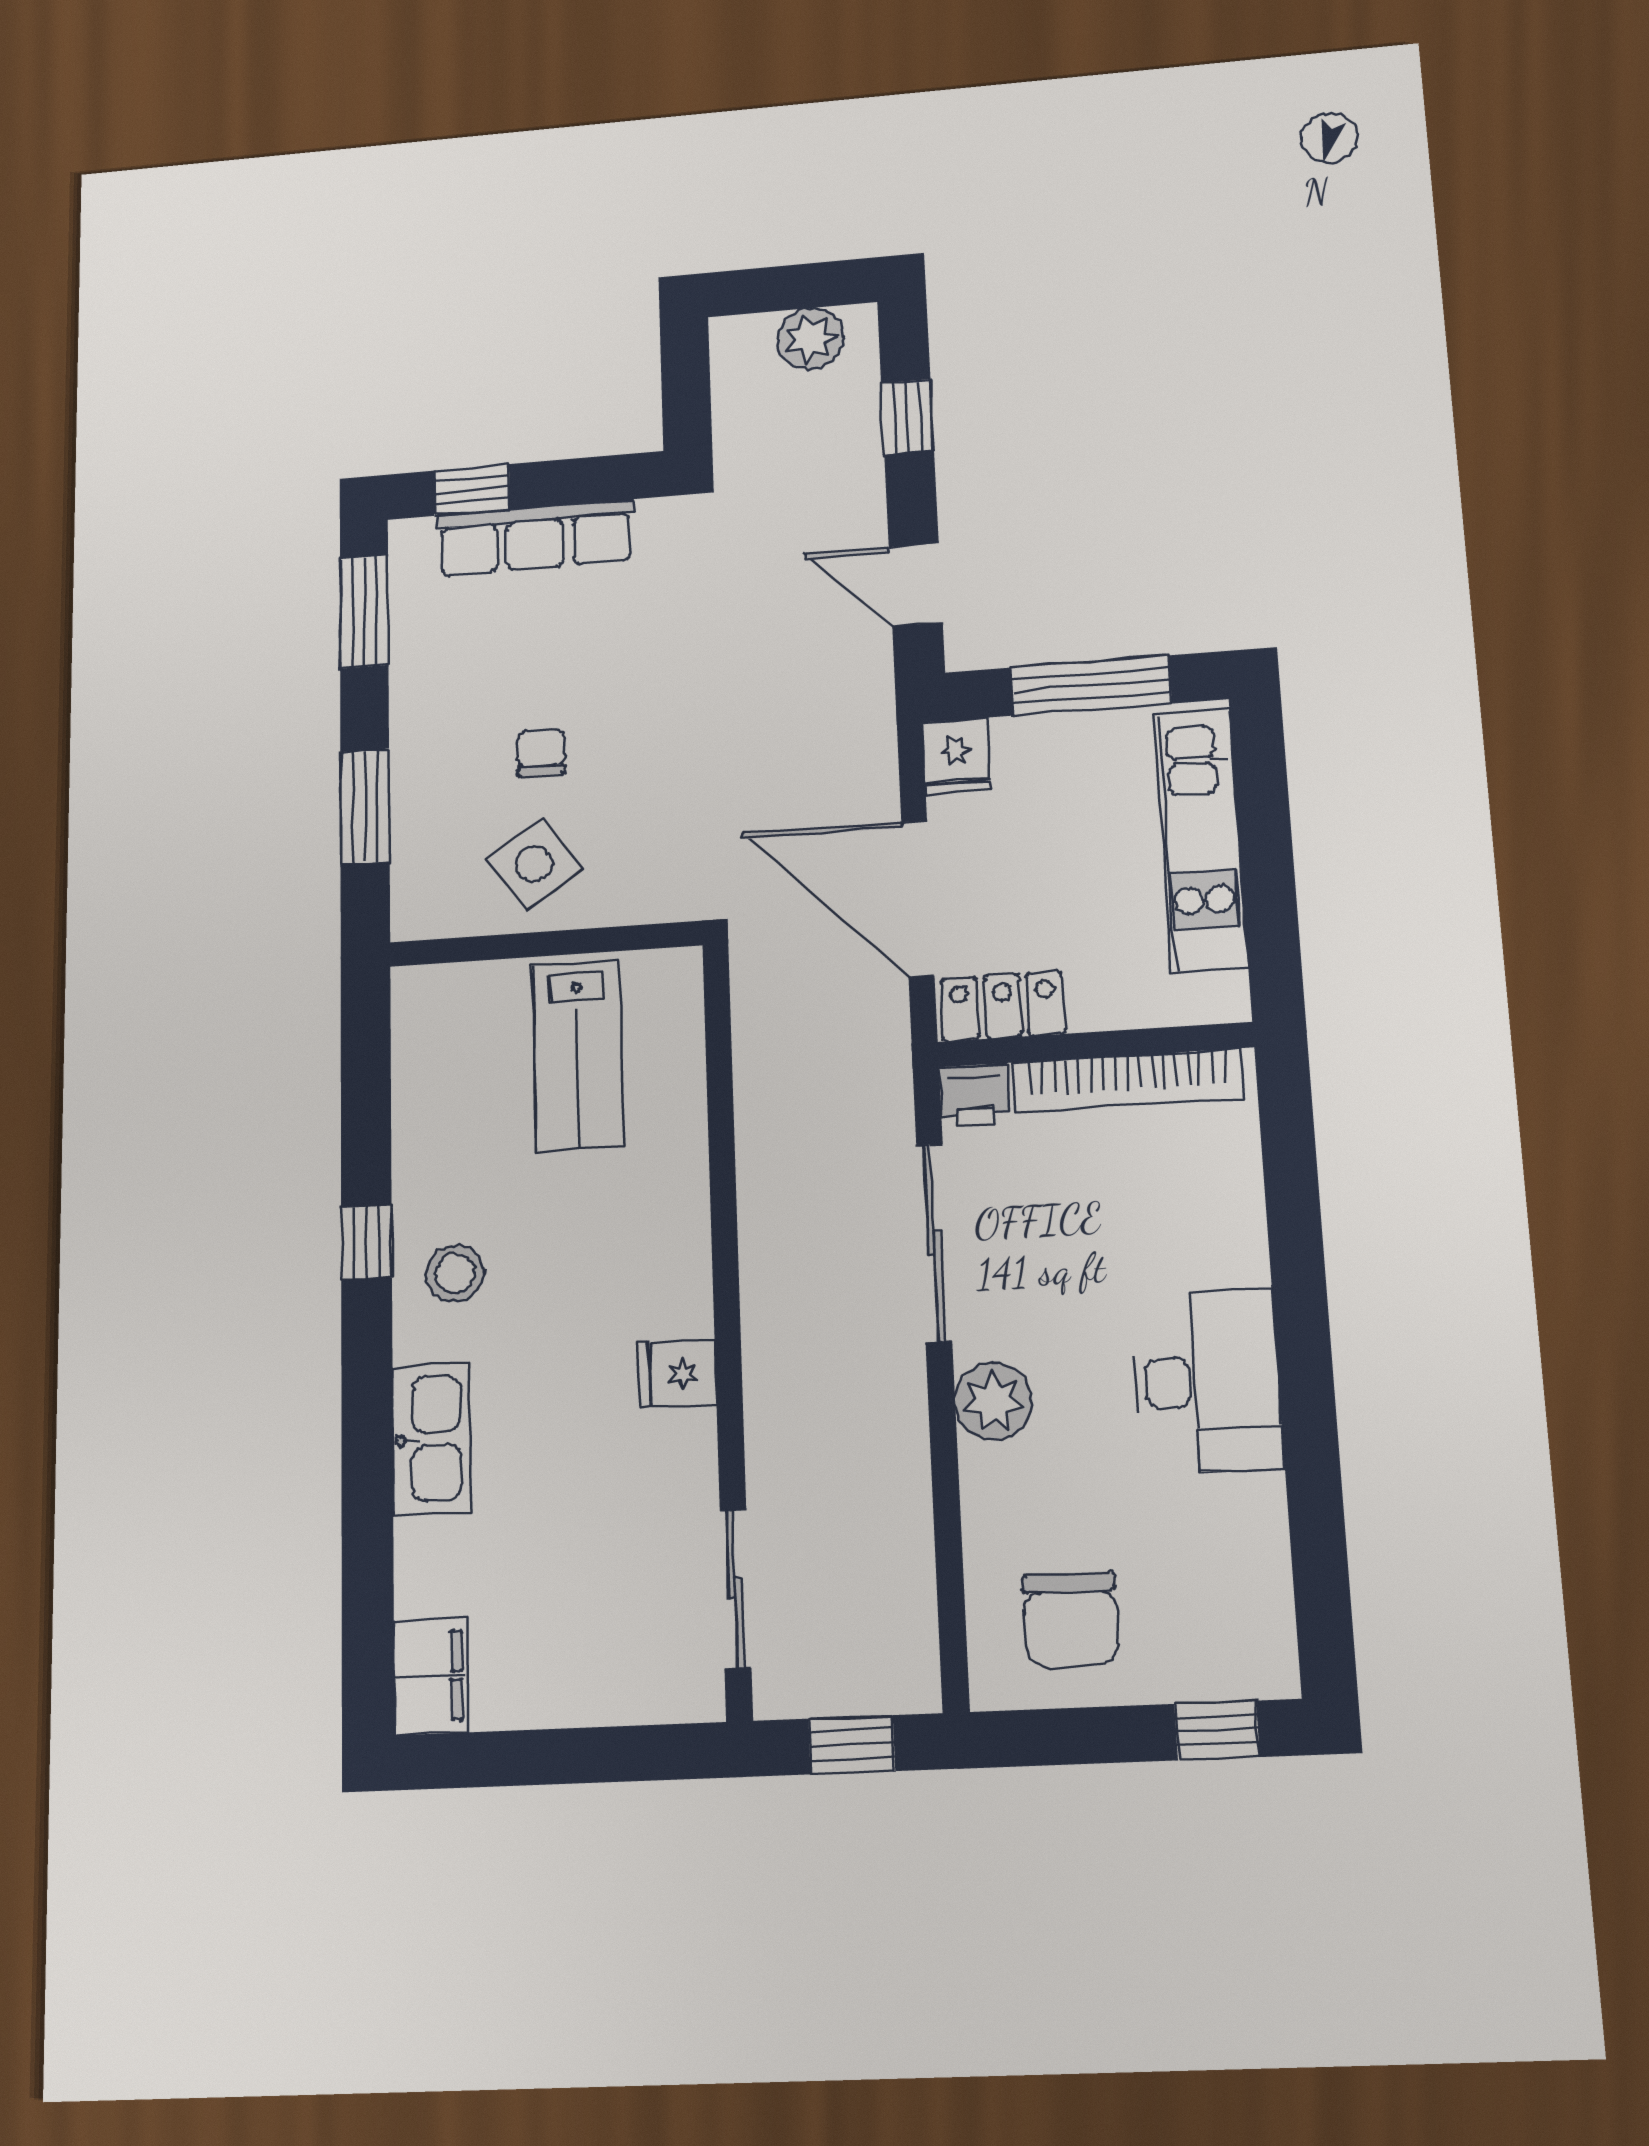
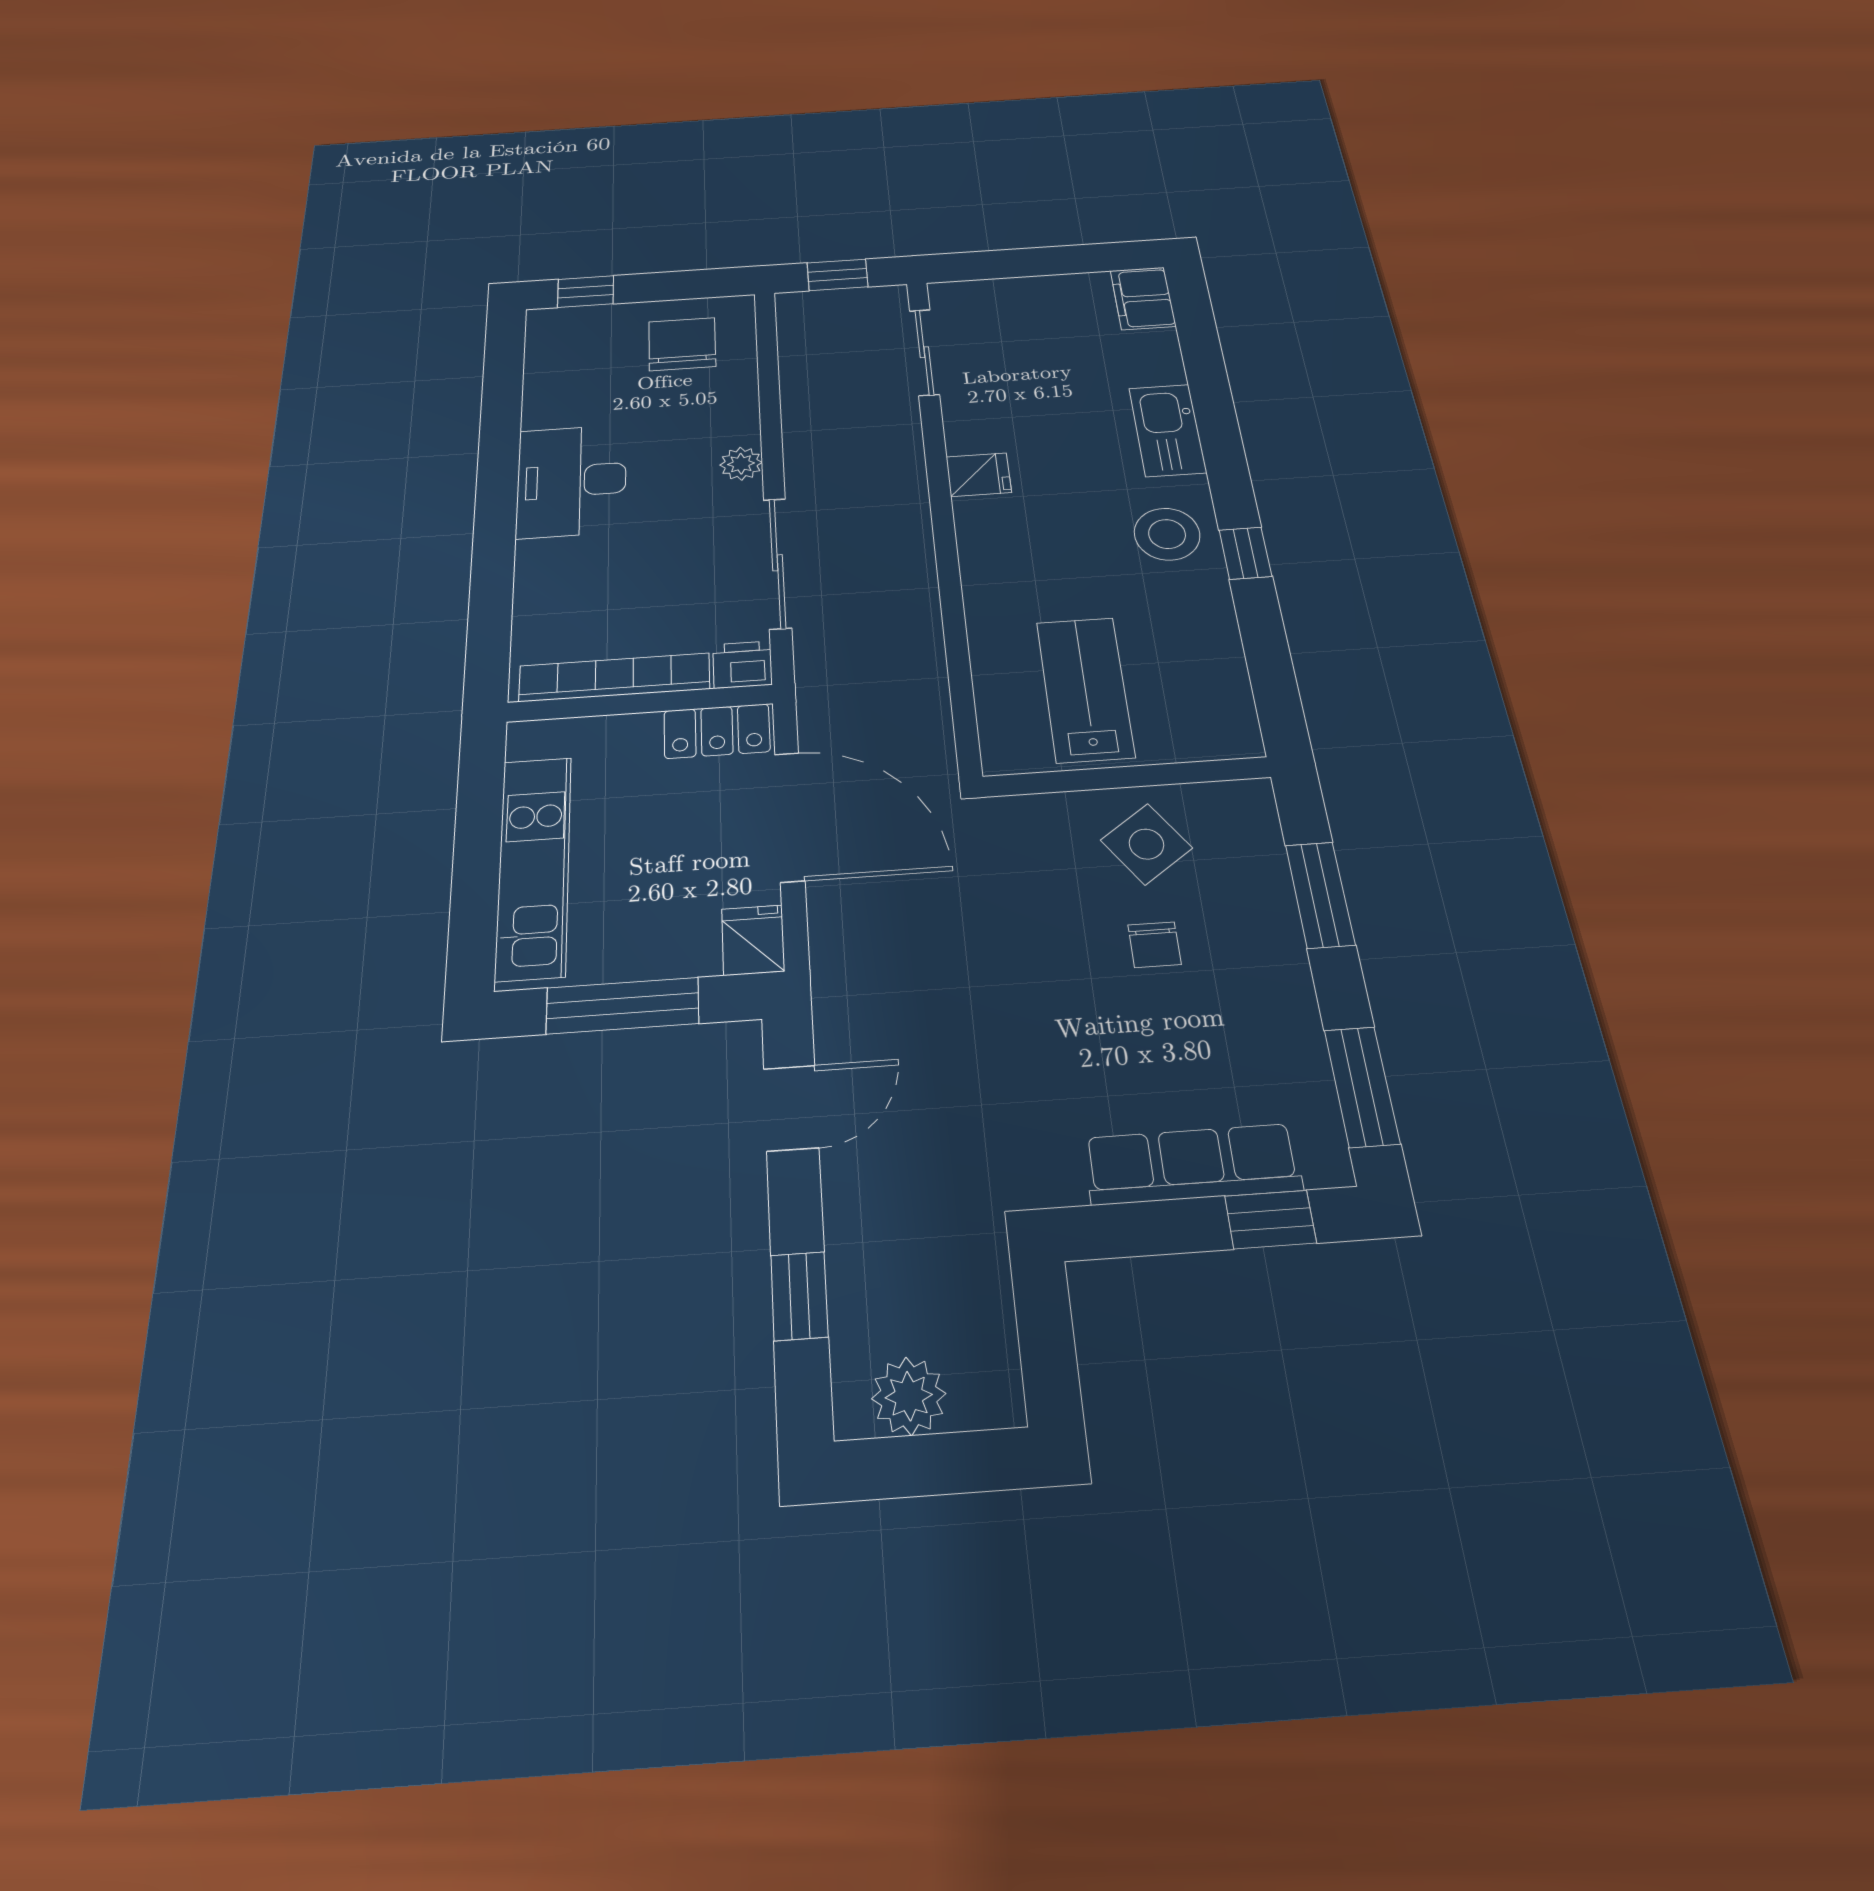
door: (916, 585) -> (791, 1108), hinge flipped
stool: (455, 1273) -> (1167, 534), width x1.38, depth x1.38
plant: (994, 1402) -> (741, 464), width x0.73, depth x0.73

